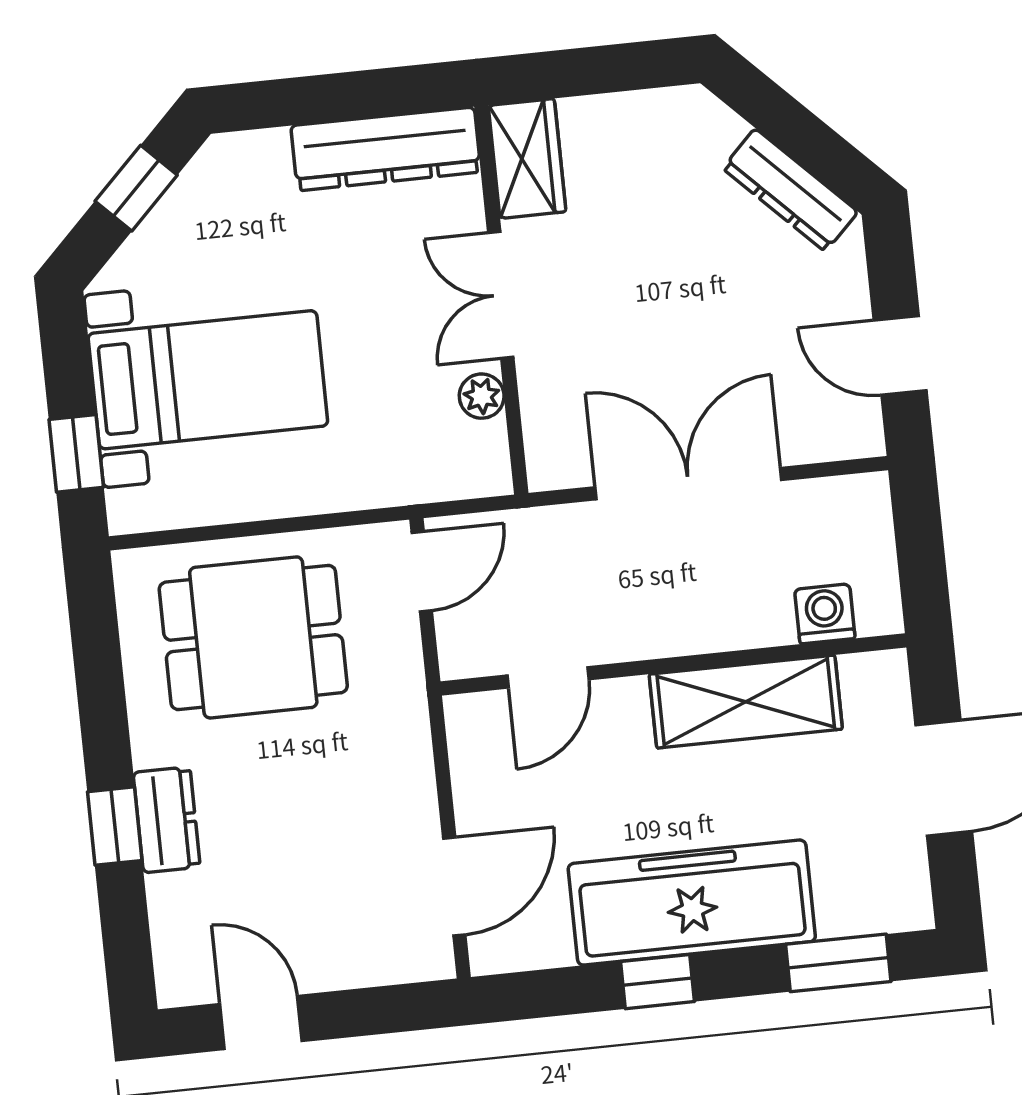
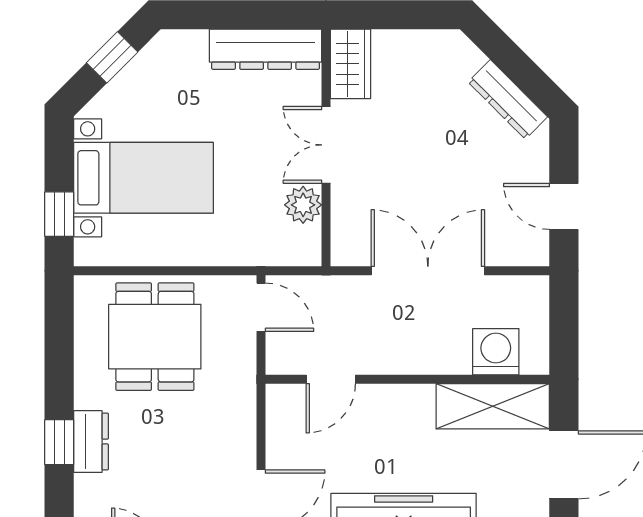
plant: (482, 396) -> (303, 205), width x1.38, depth x1.38
door: (422, 572) -> (261, 307), hinge flipped
washing machine: (825, 614) -> (496, 352), width x1.38, depth x1.38
dining table: (253, 637) -> (155, 337), turned 90
shelving: (746, 702) -> (493, 406), moved

